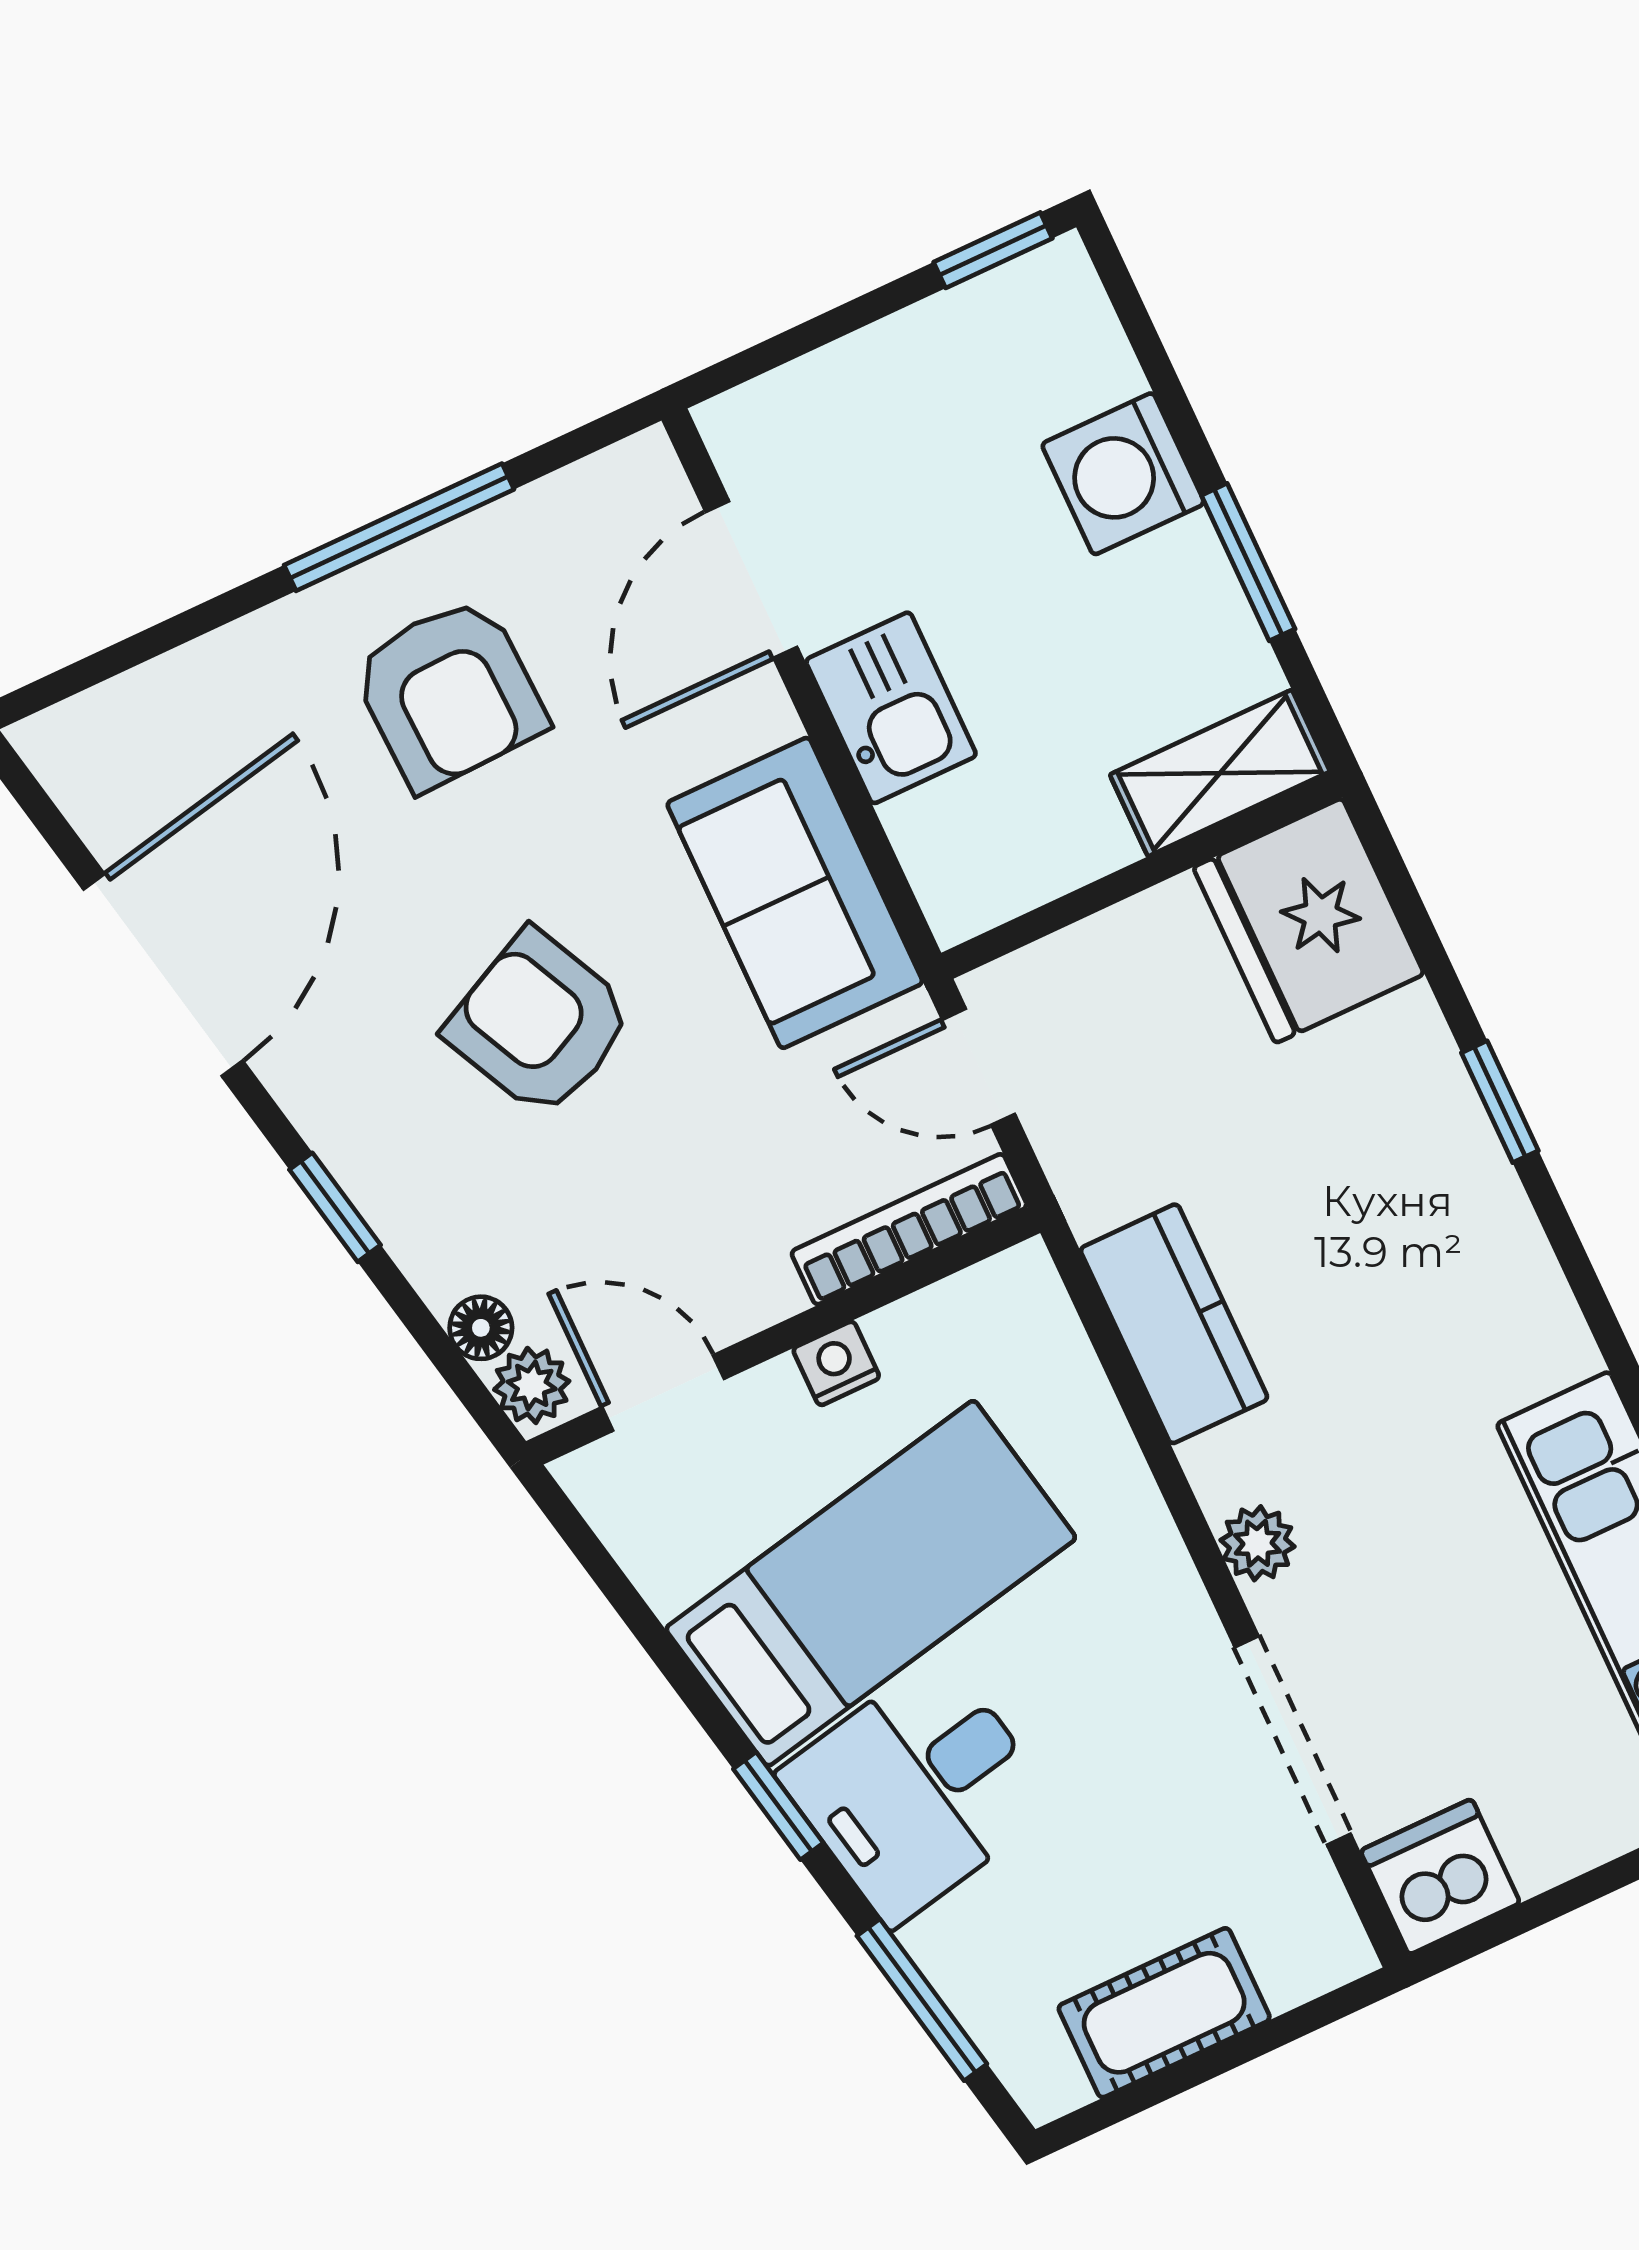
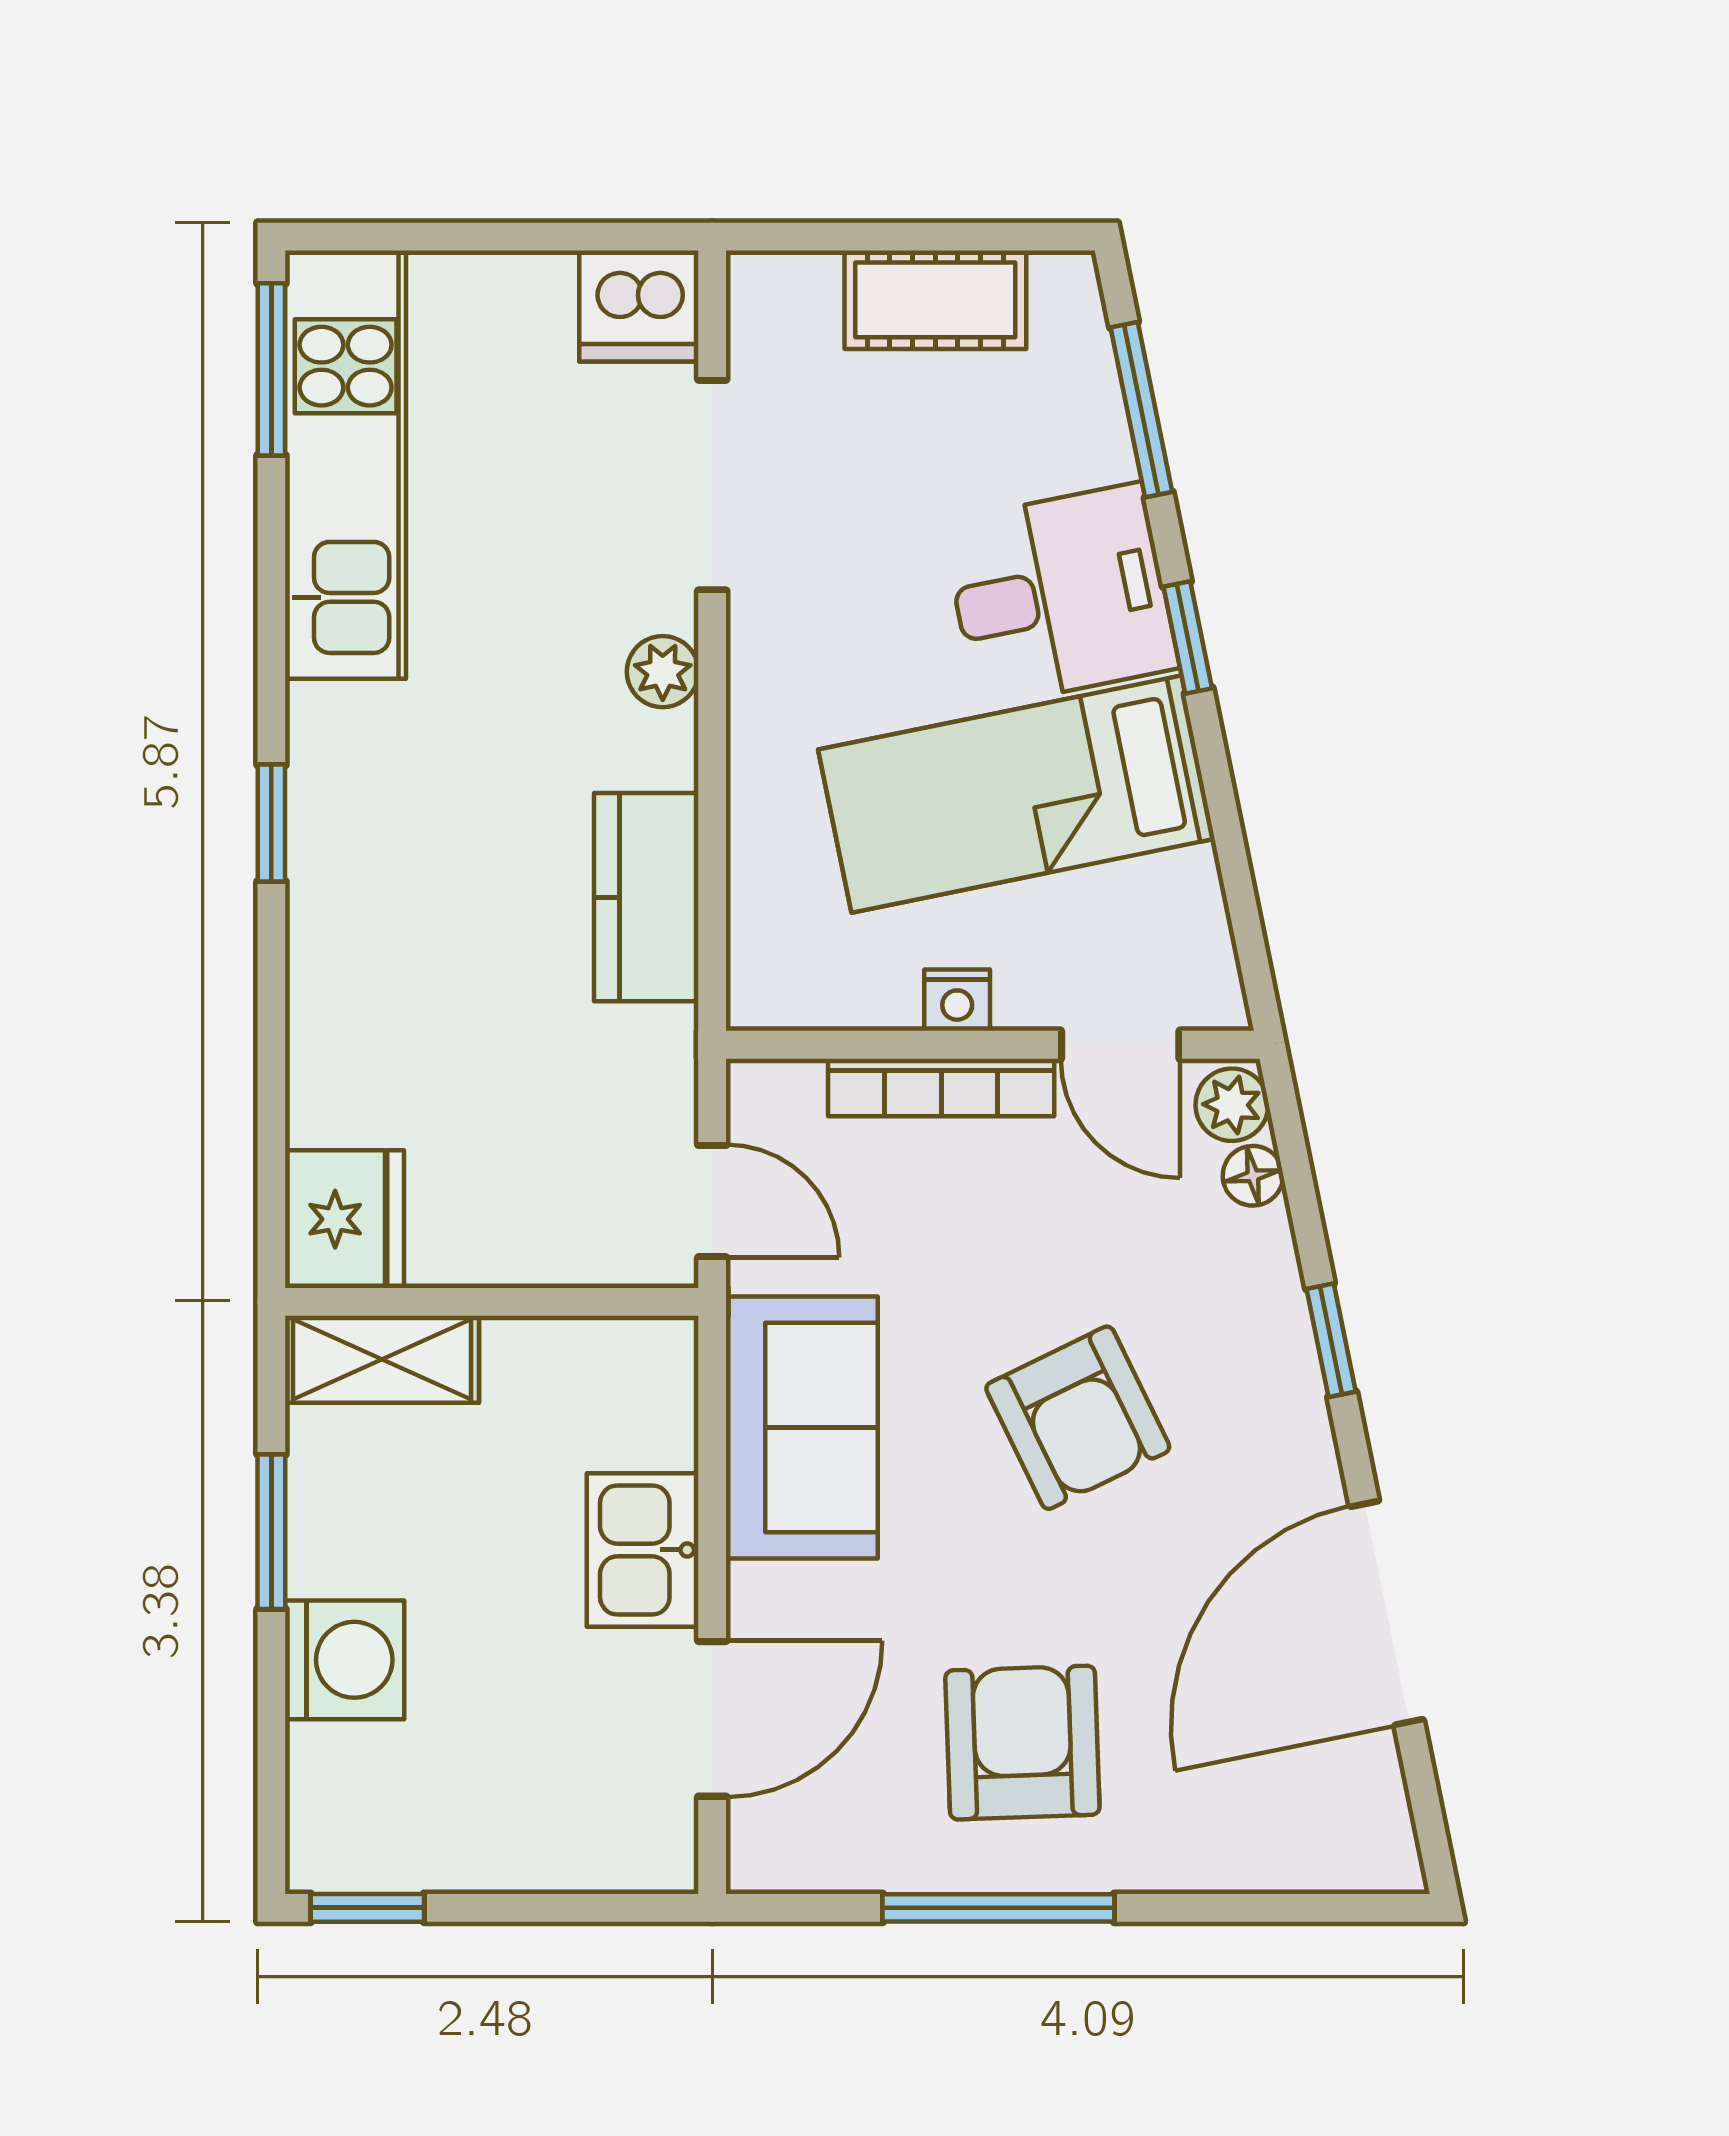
fridge: (1309, 921) -> (345, 1219), width x0.73, depth x0.75
window: (1500, 1102) -> (271, 823), moved
bookcase: (909, 1229) -> (941, 1087), moved

